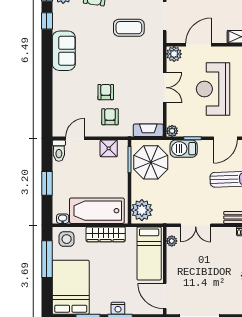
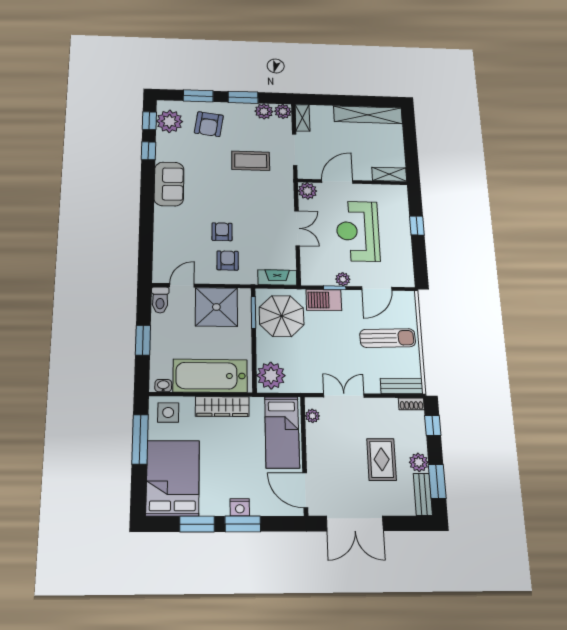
plant: (172, 131) -> (343, 279), moved
shower: (109, 148) -> (216, 307), width x1.86, depth x1.86
double door: (196, 225) -> (344, 395), swing flipped
rug: (221, 274) -> (382, 459), added

